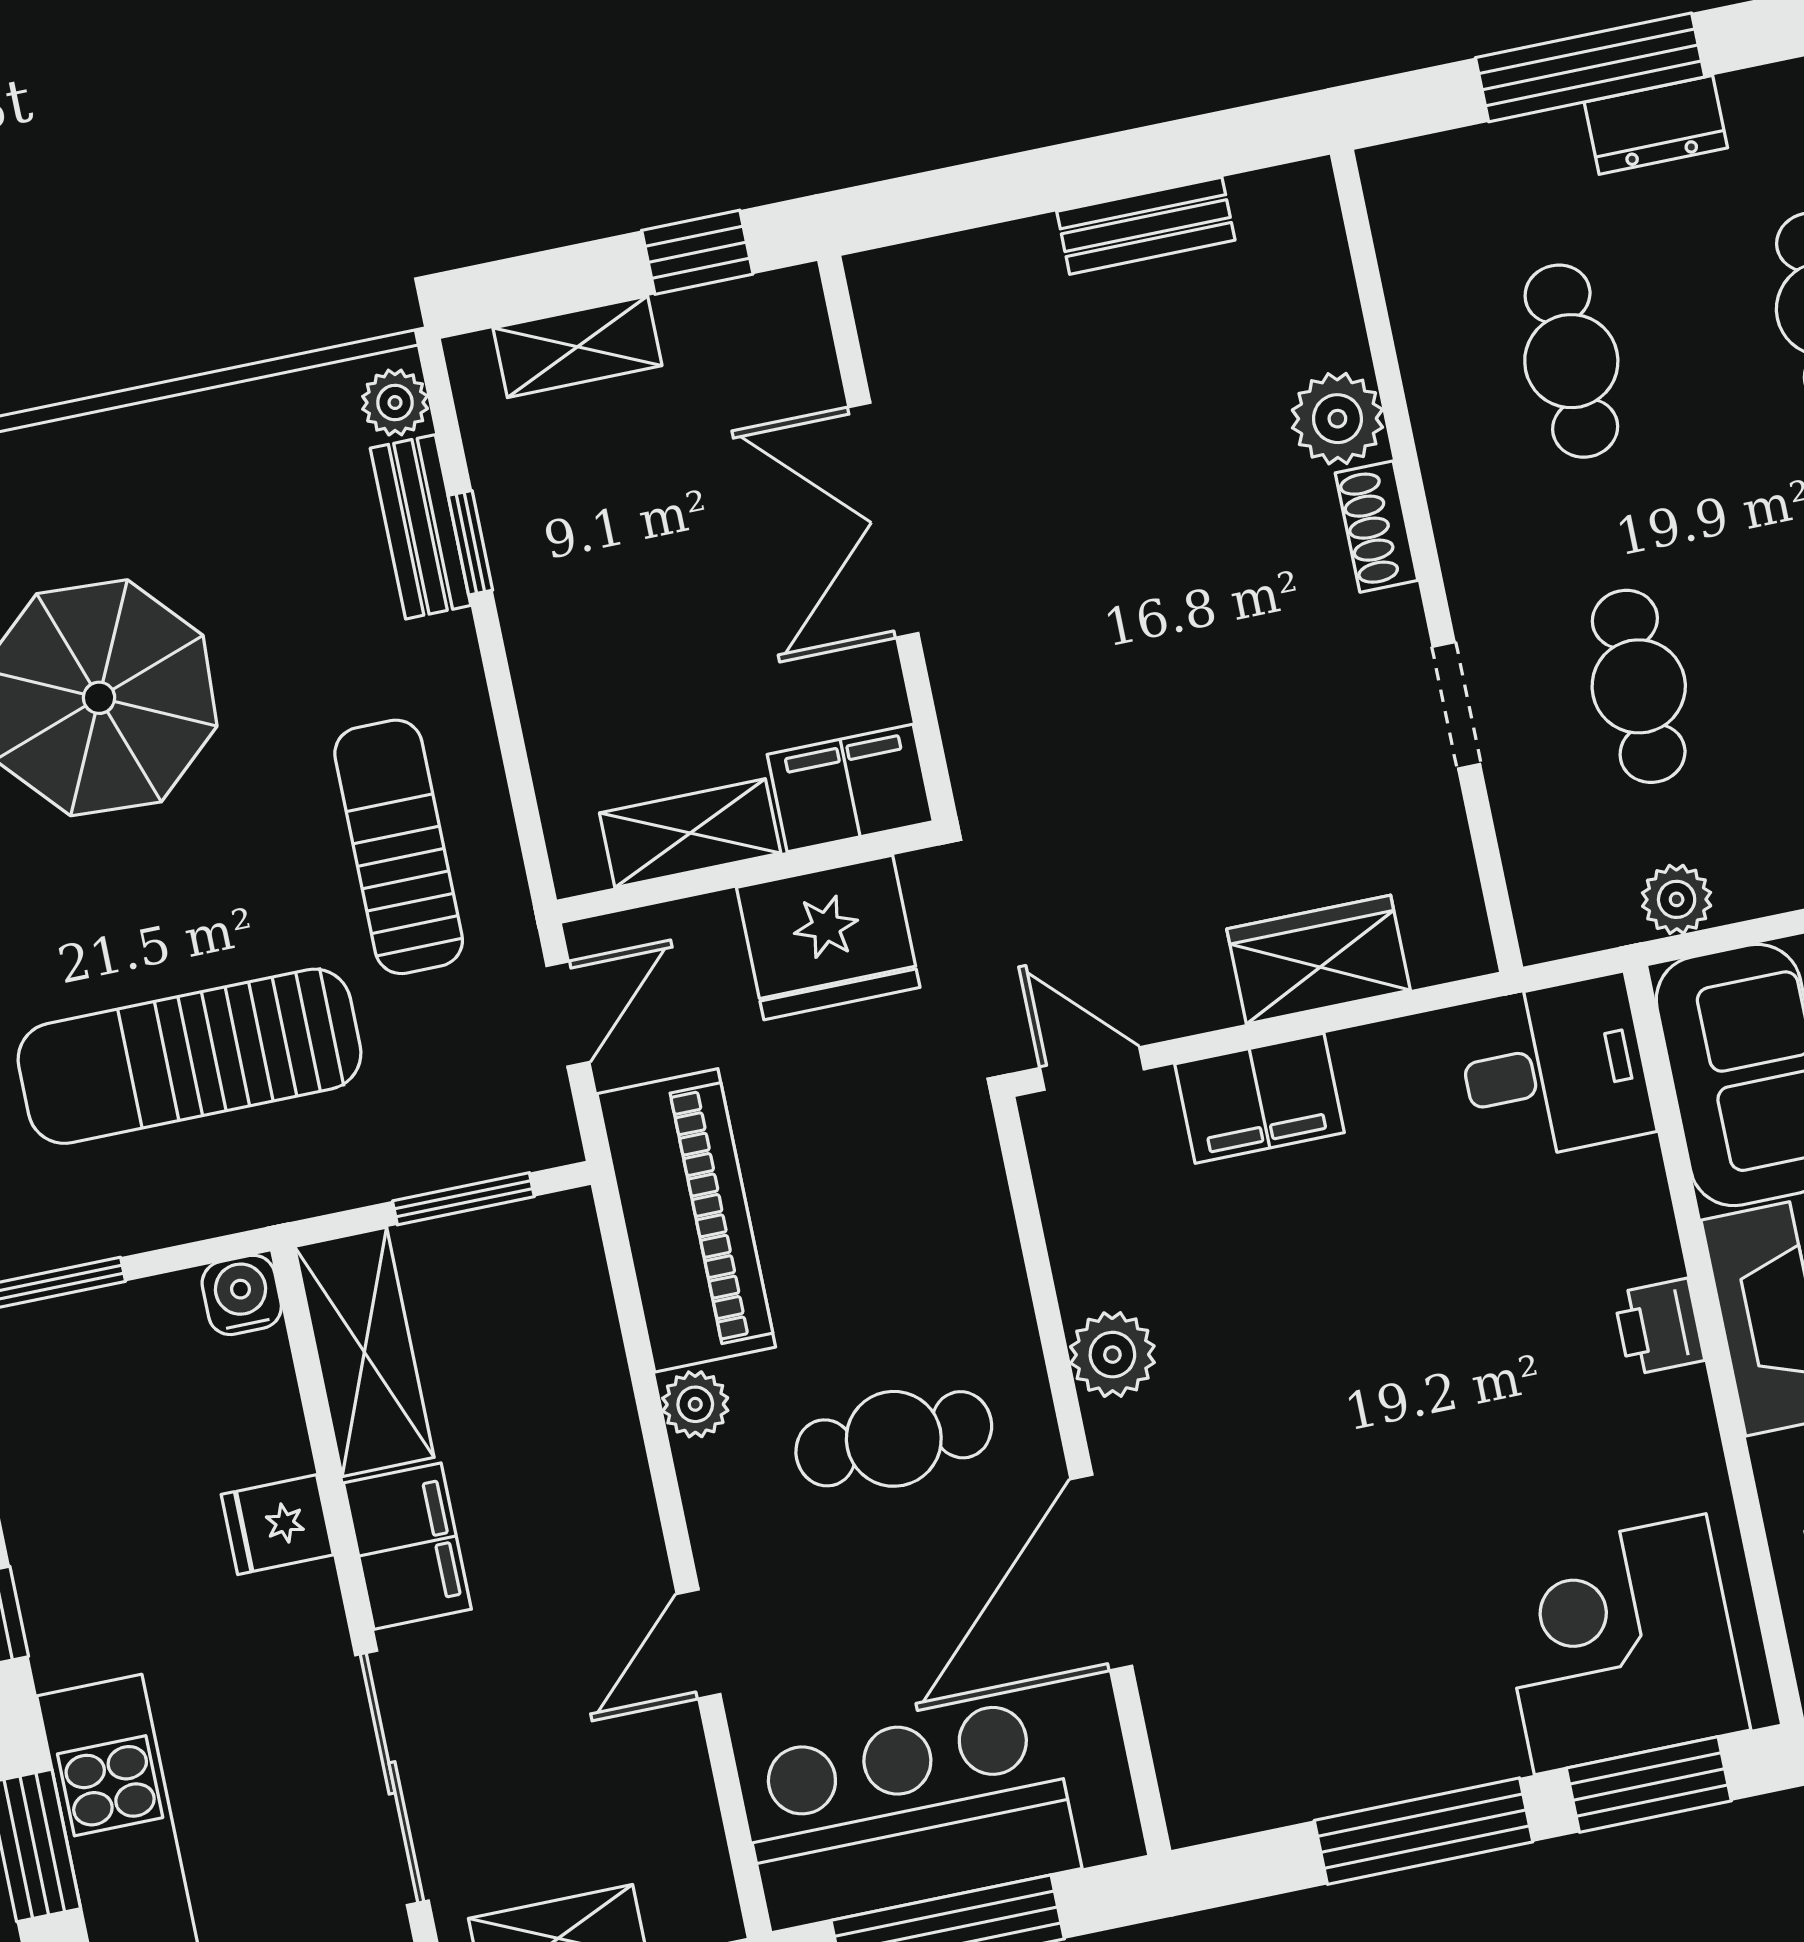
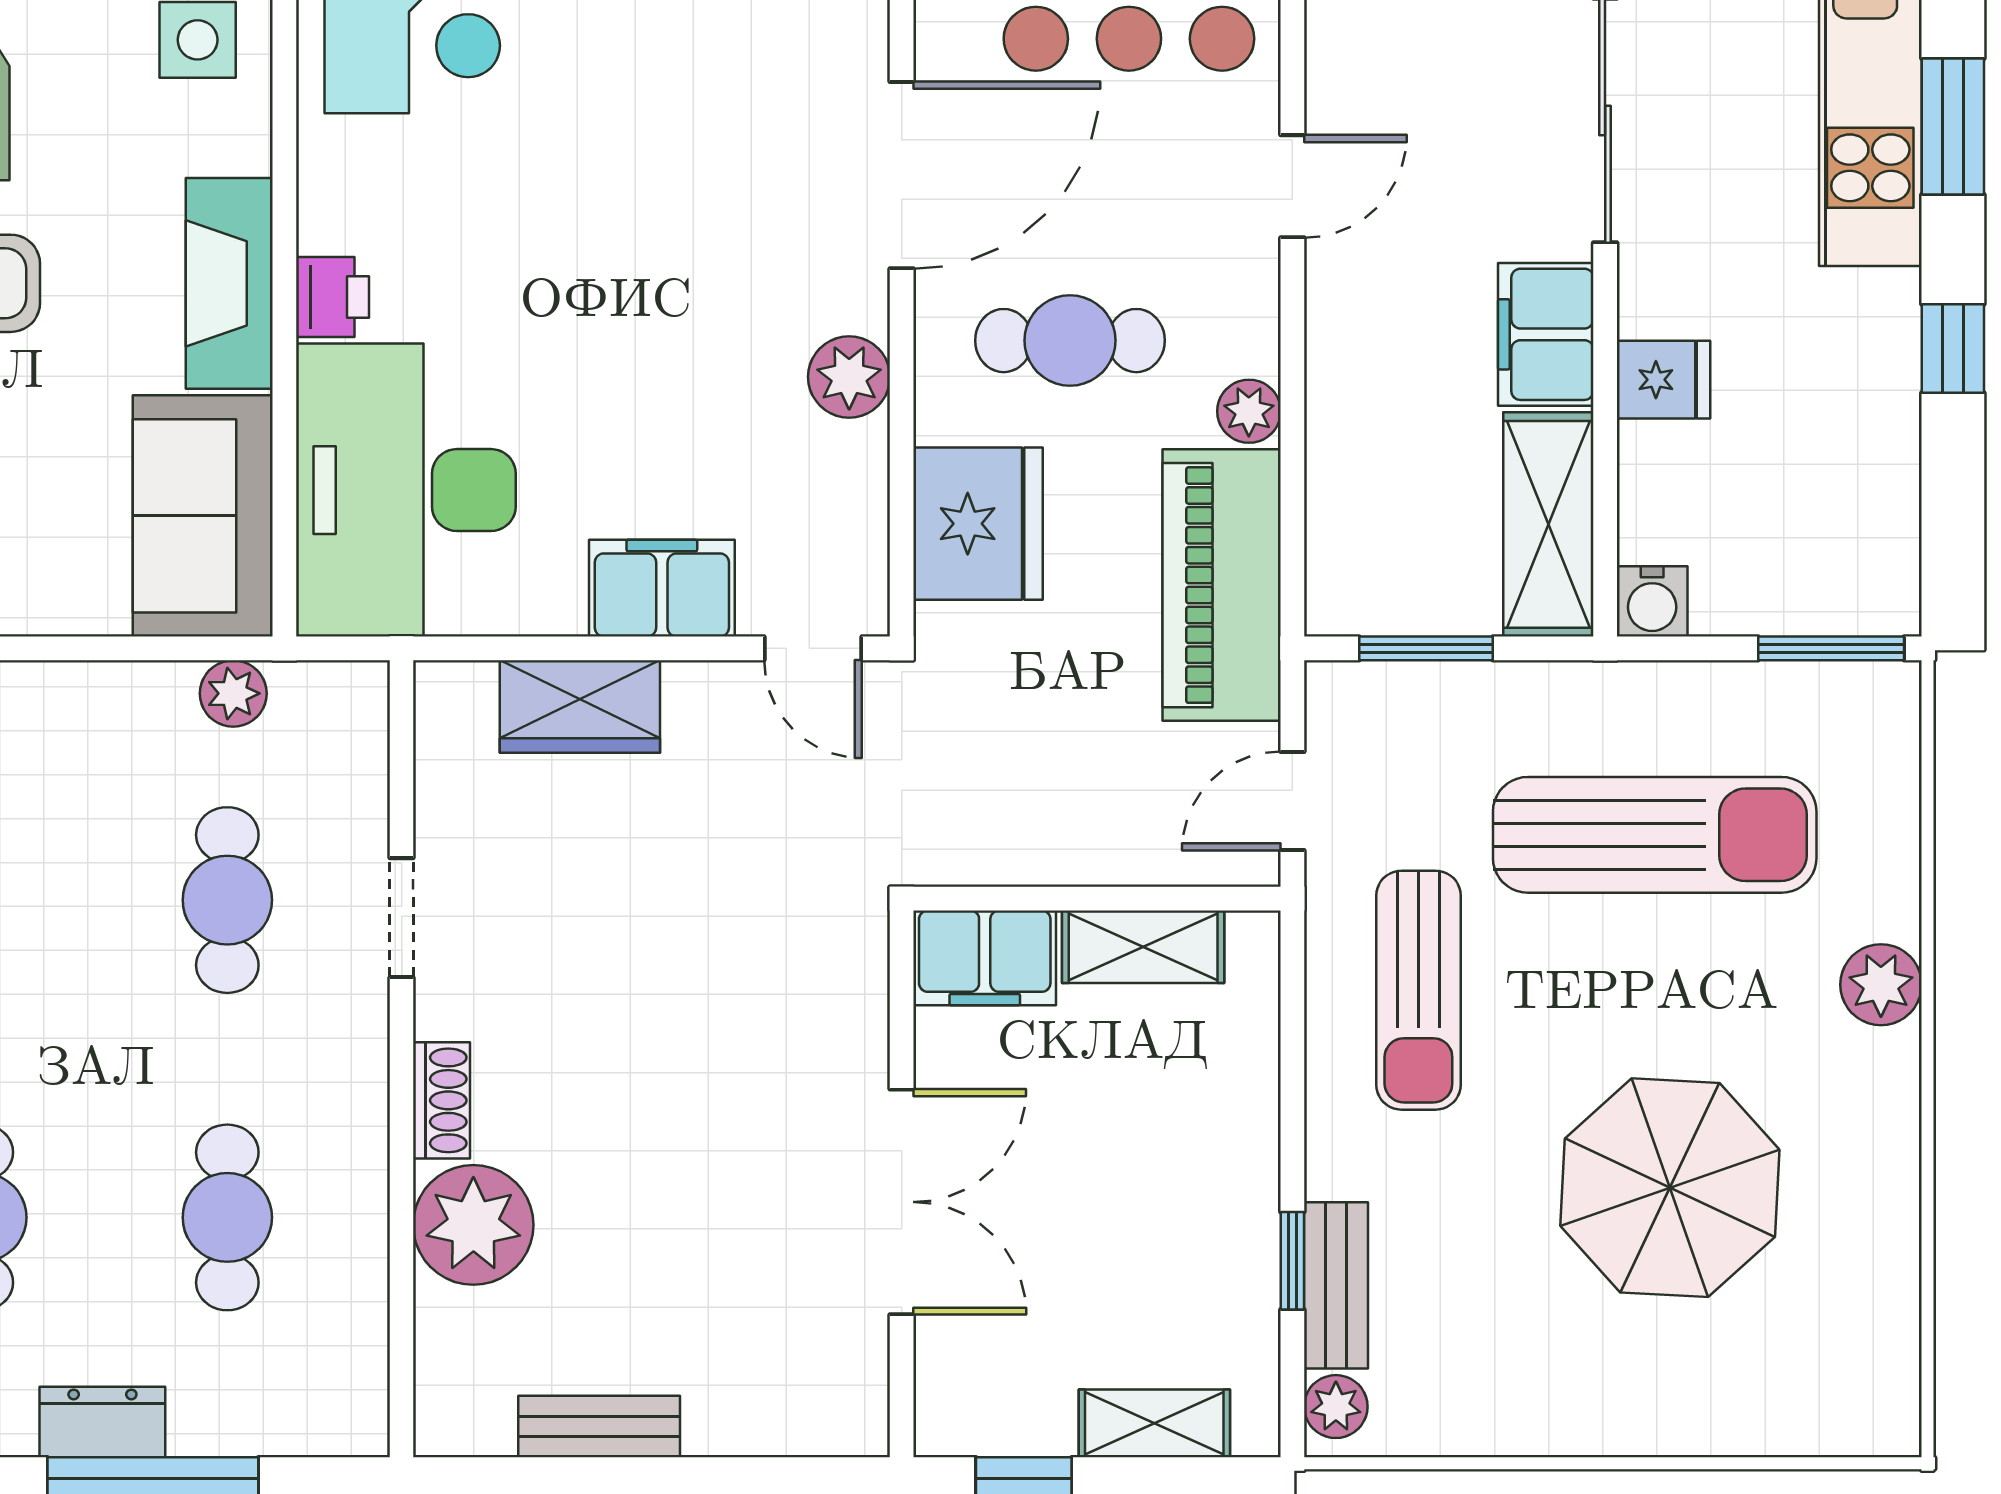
plant: (1337, 419) -> (473, 1225), width x1.36, depth x1.36
fridge: (828, 937) -> (978, 524), moved, turned 90
desk: (1554, 1069) -> (406, 490), width x1.87, depth x1.30

